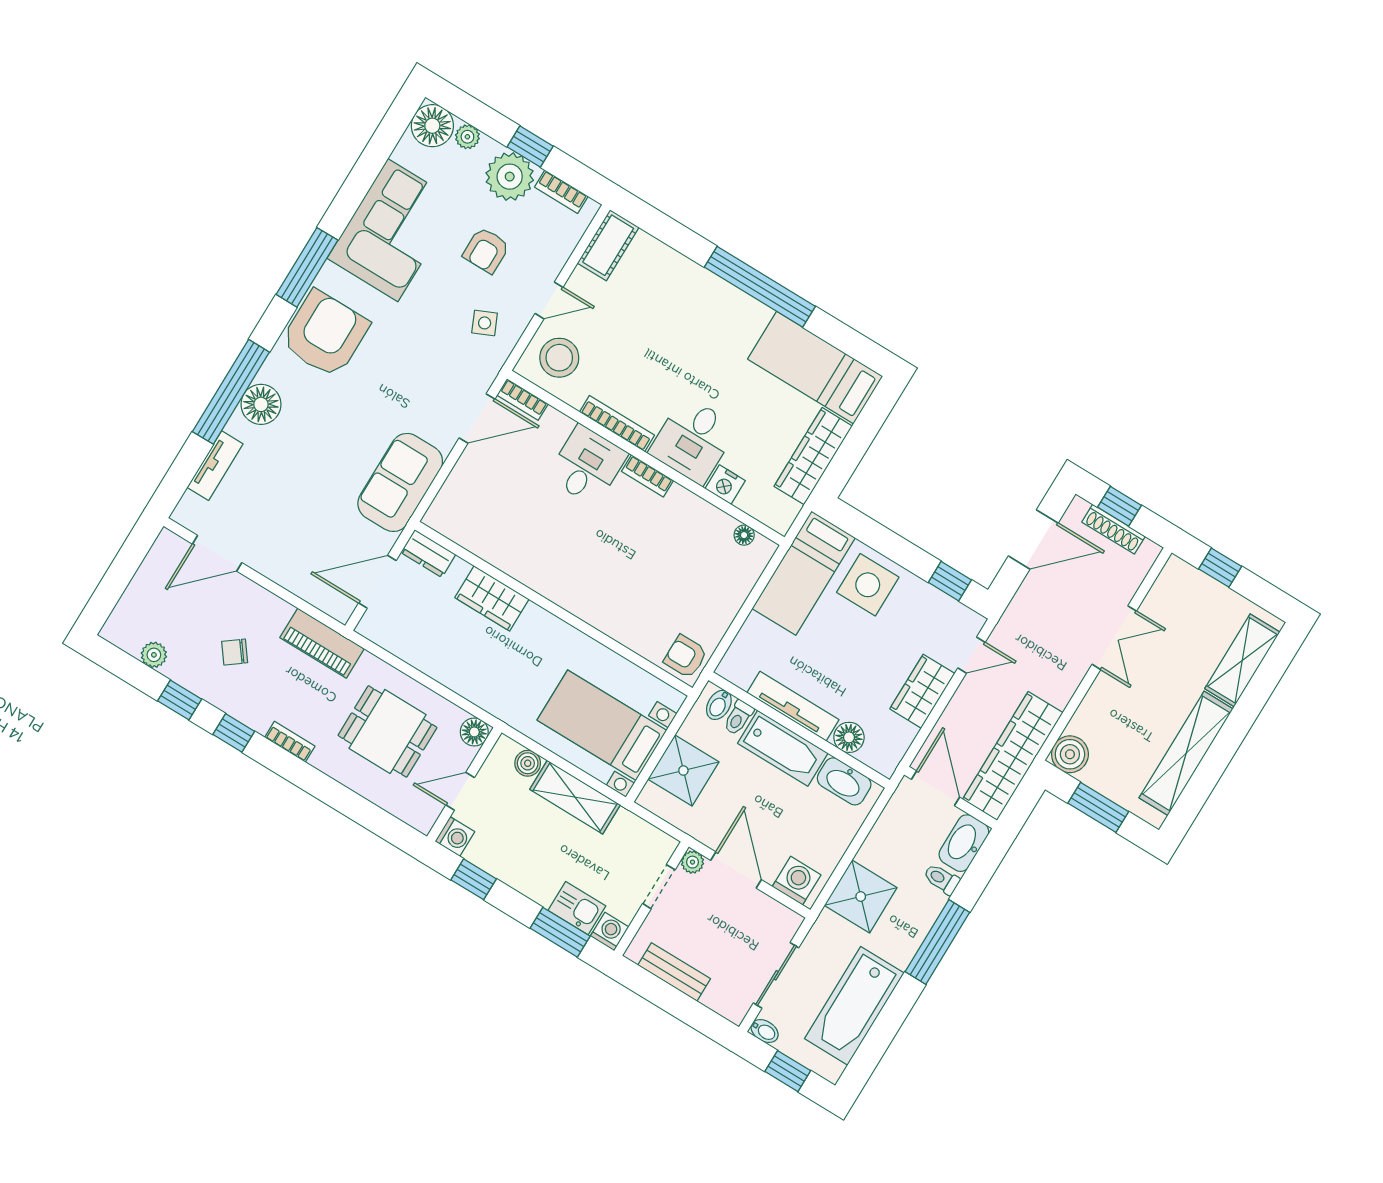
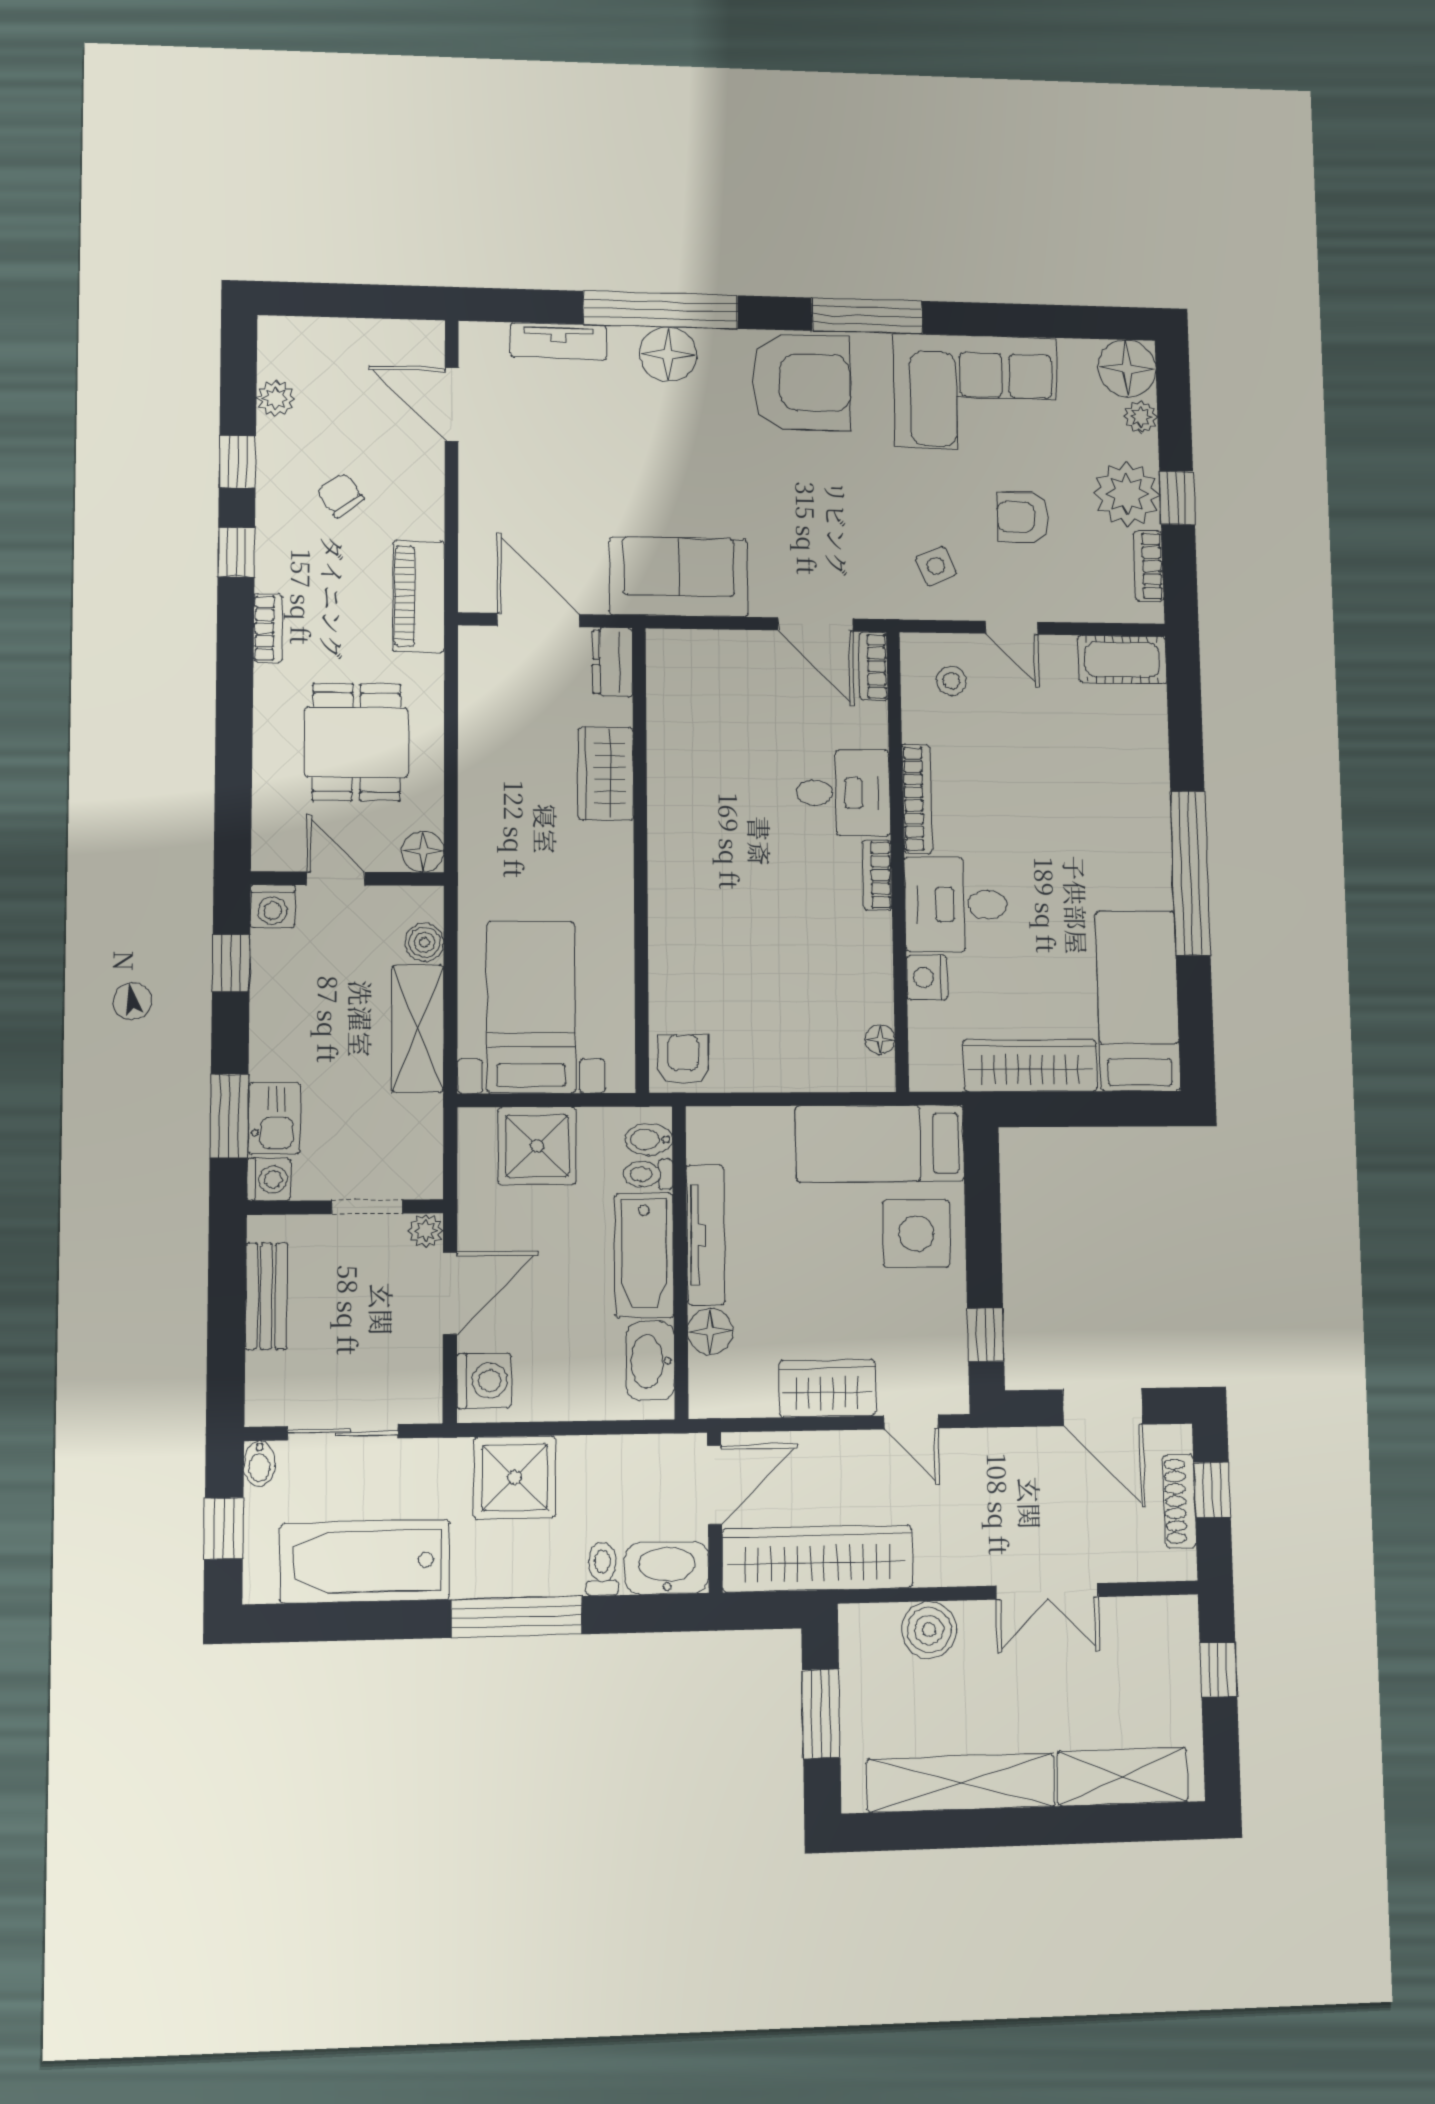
stool: (559, 358) -> (952, 681), width x0.53, depth x0.53
boiler: (1070, 754) -> (929, 1630), moved

